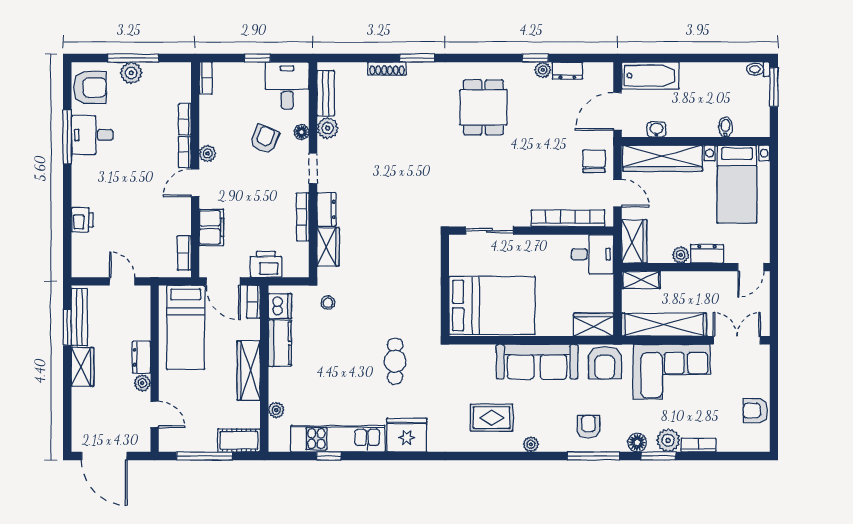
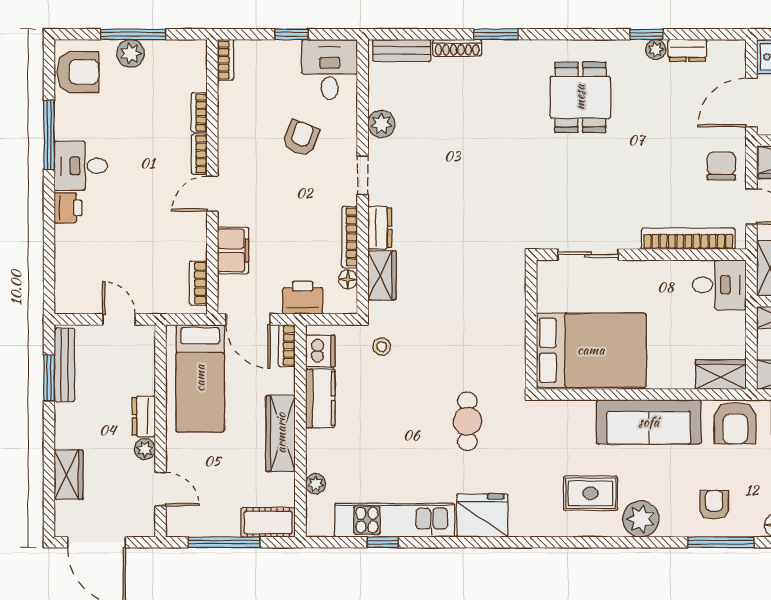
bench: (326, 93) -> (402, 51), moved, turned 90
floor lamp: (301, 132) -> (348, 279), moved
desk: (92, 135) -> (81, 166), moved
plant: (208, 153) -> (228, 156), removed
printer: (82, 220) -> (68, 208), moved
wardrobe: (83, 367) -> (69, 475), moved
plant: (531, 444) -> (641, 519), width x1.87, depth x1.87

